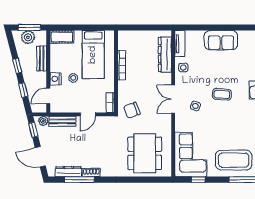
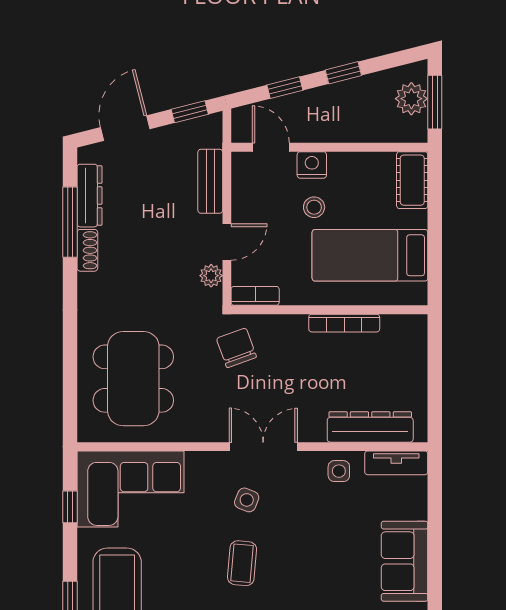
bench: (42, 58) -> (361, 132), removed
coffee table: (222, 94) -> (242, 563), moved
door: (88, 114) -> (227, 242), swing flipped
plant: (43, 121) -> (211, 276), moved
dining table: (145, 153) -> (133, 379), turned 90

